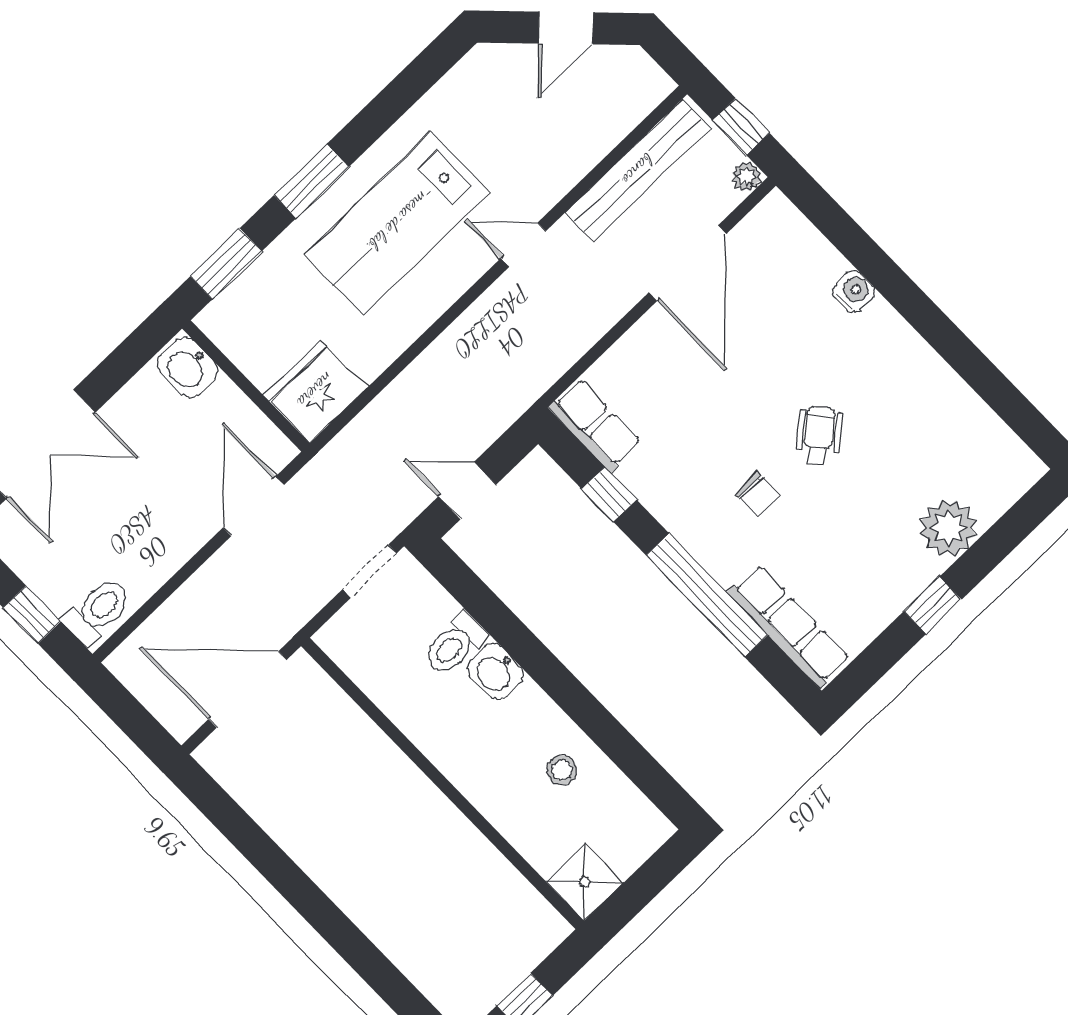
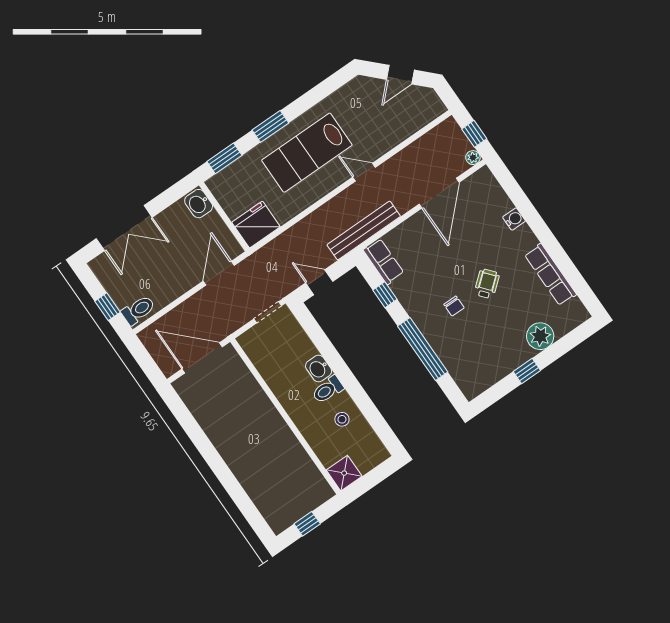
bench: (638, 170) -> (364, 230), moved
row of seats: (789, 626) -> (550, 275), moved, turned 180
toilet: (455, 644) -> (328, 390), moved

